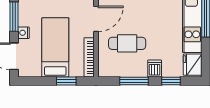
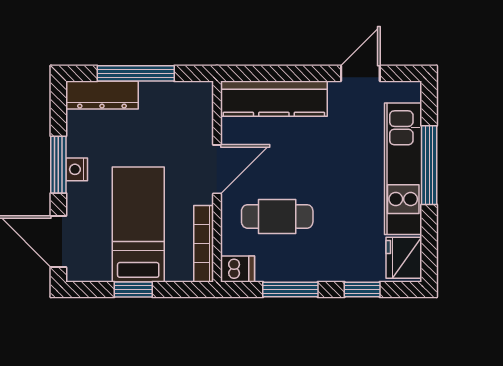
nightstand: (23, 33) -> (77, 169), moved
dishwasher: (155, 69) -> (237, 269), moved, turned 90
window: (66, 81) -> (133, 289), moved

